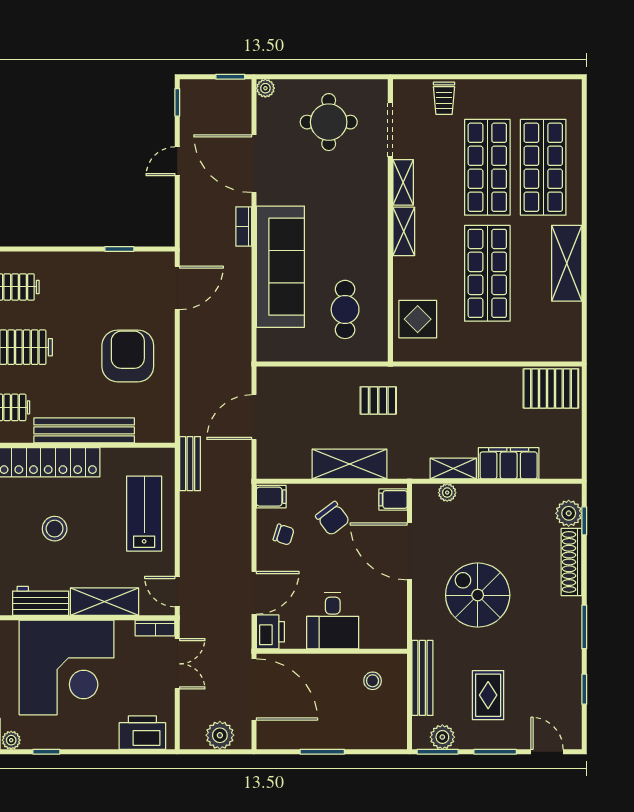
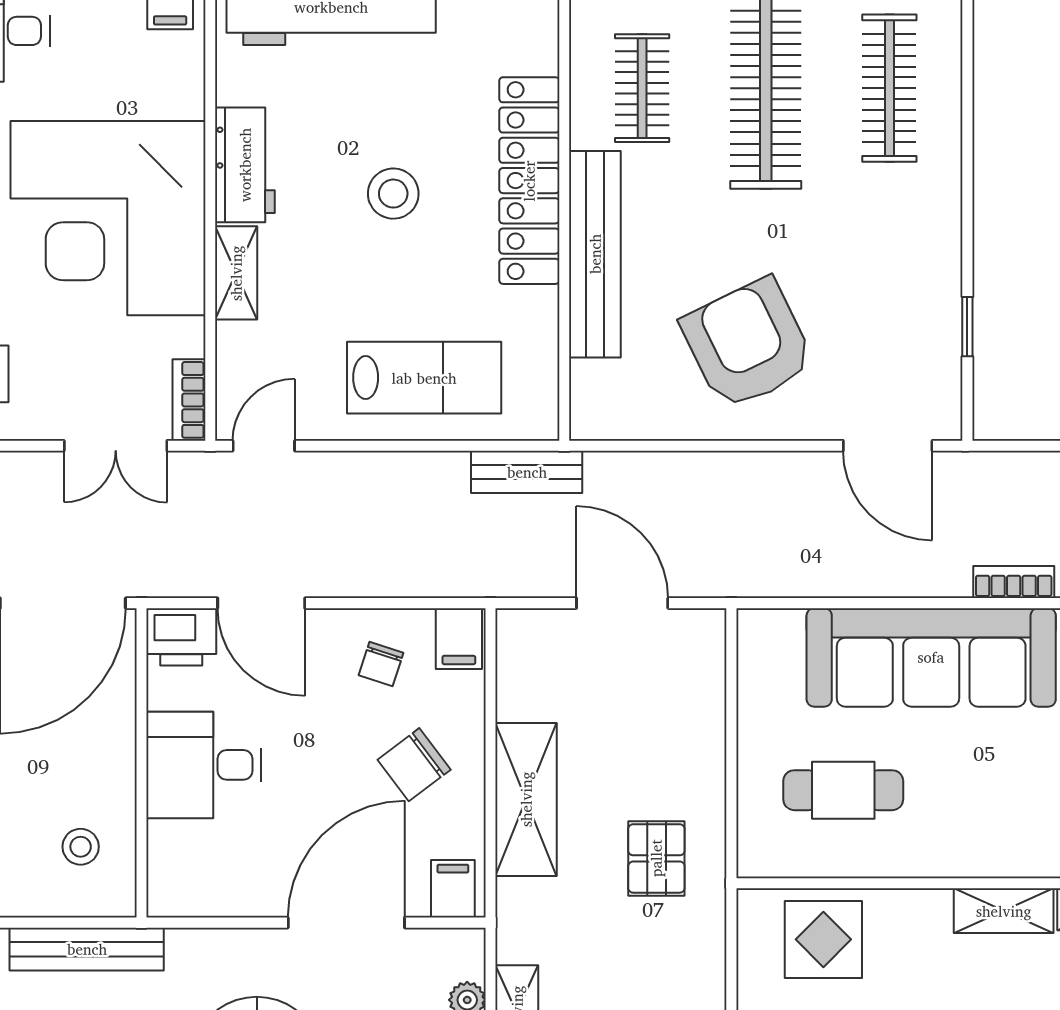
armchair: (128, 356) -> (748, 344), turned -116
shelving: (105, 602) -> (236, 273), width x0.67, depth x0.75

